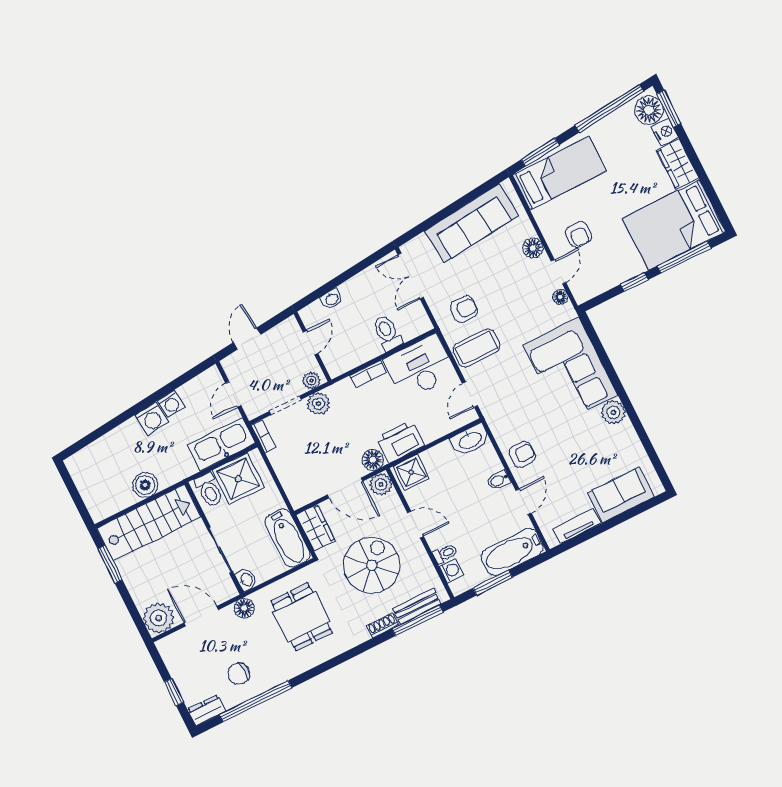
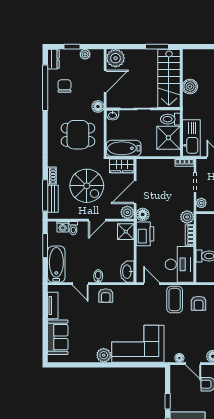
plant: (318, 404) -> (187, 217), moved
plant: (176, 667) -> (85, 54), added

